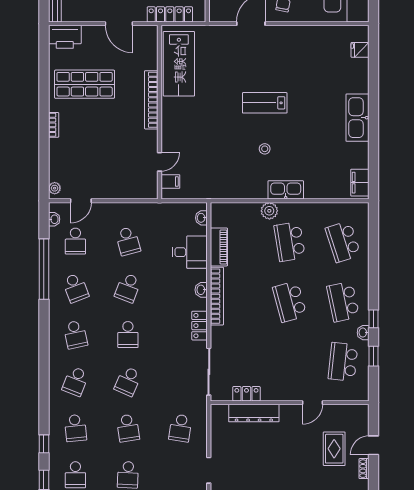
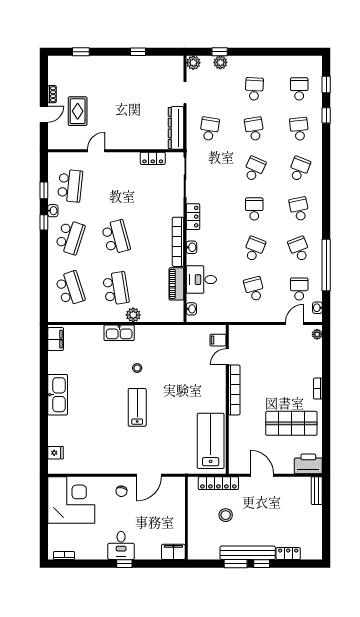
bookcase: (151, 100) -> (234, 390), moved
lab bench: (265, 103) -> (137, 407), turned -90
school desk: (343, 302) -> (70, 237), turned 30
dresser: (254, 413) -> (176, 128), moved, turned -90

